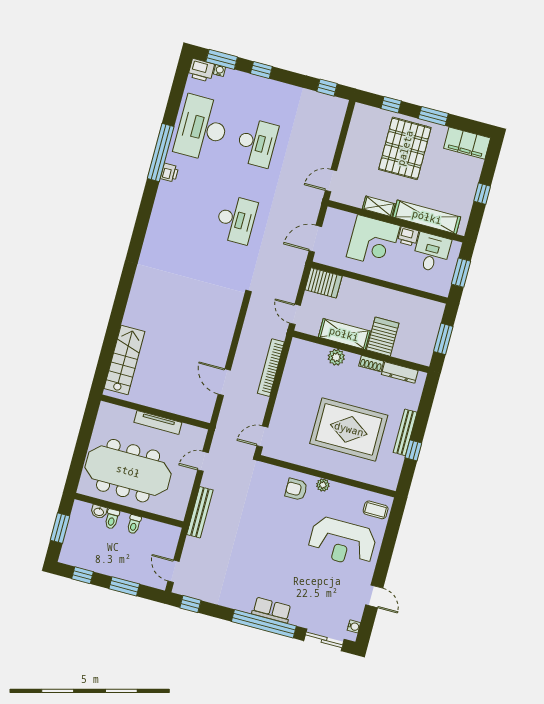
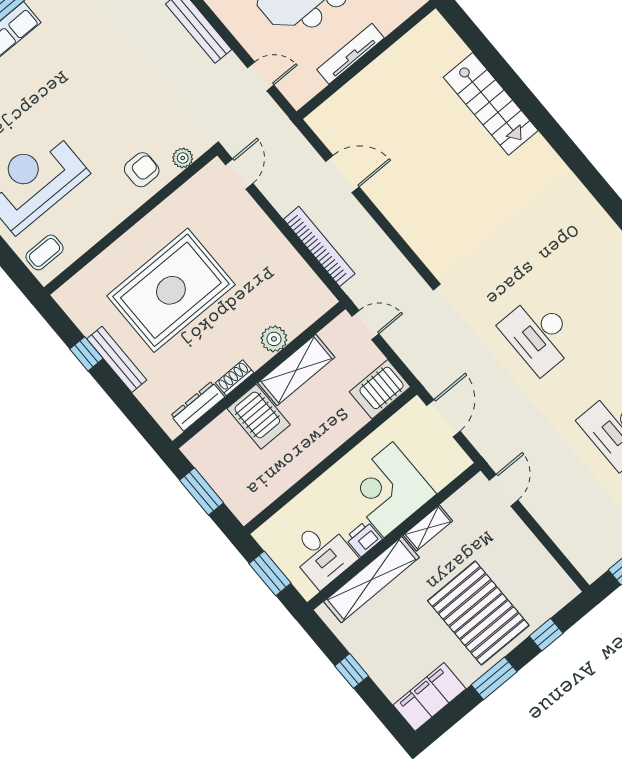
stairs: (124, 360) -> (491, 104), moved
door: (203, 461) -> (261, 76), hinge flipped
plant: (323, 485) -> (183, 158), moved

